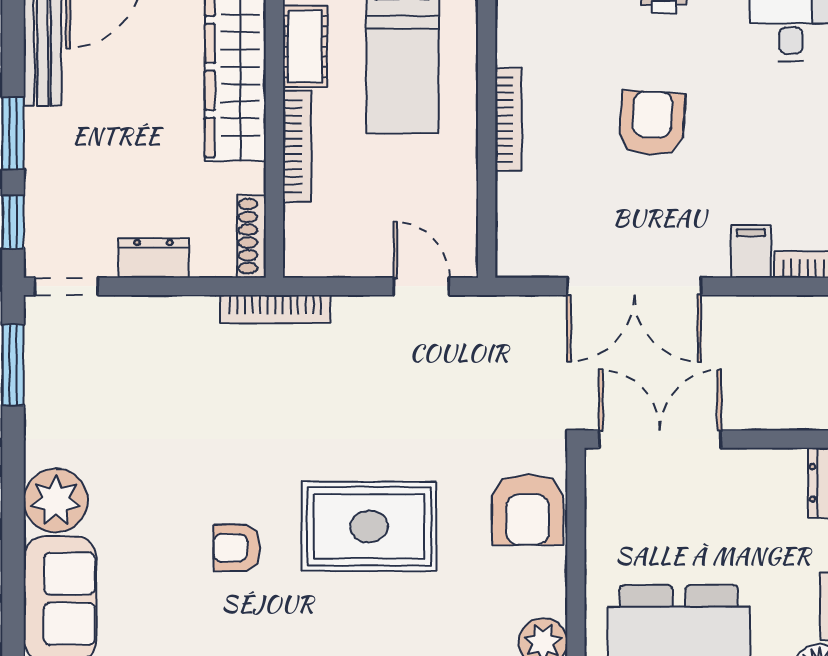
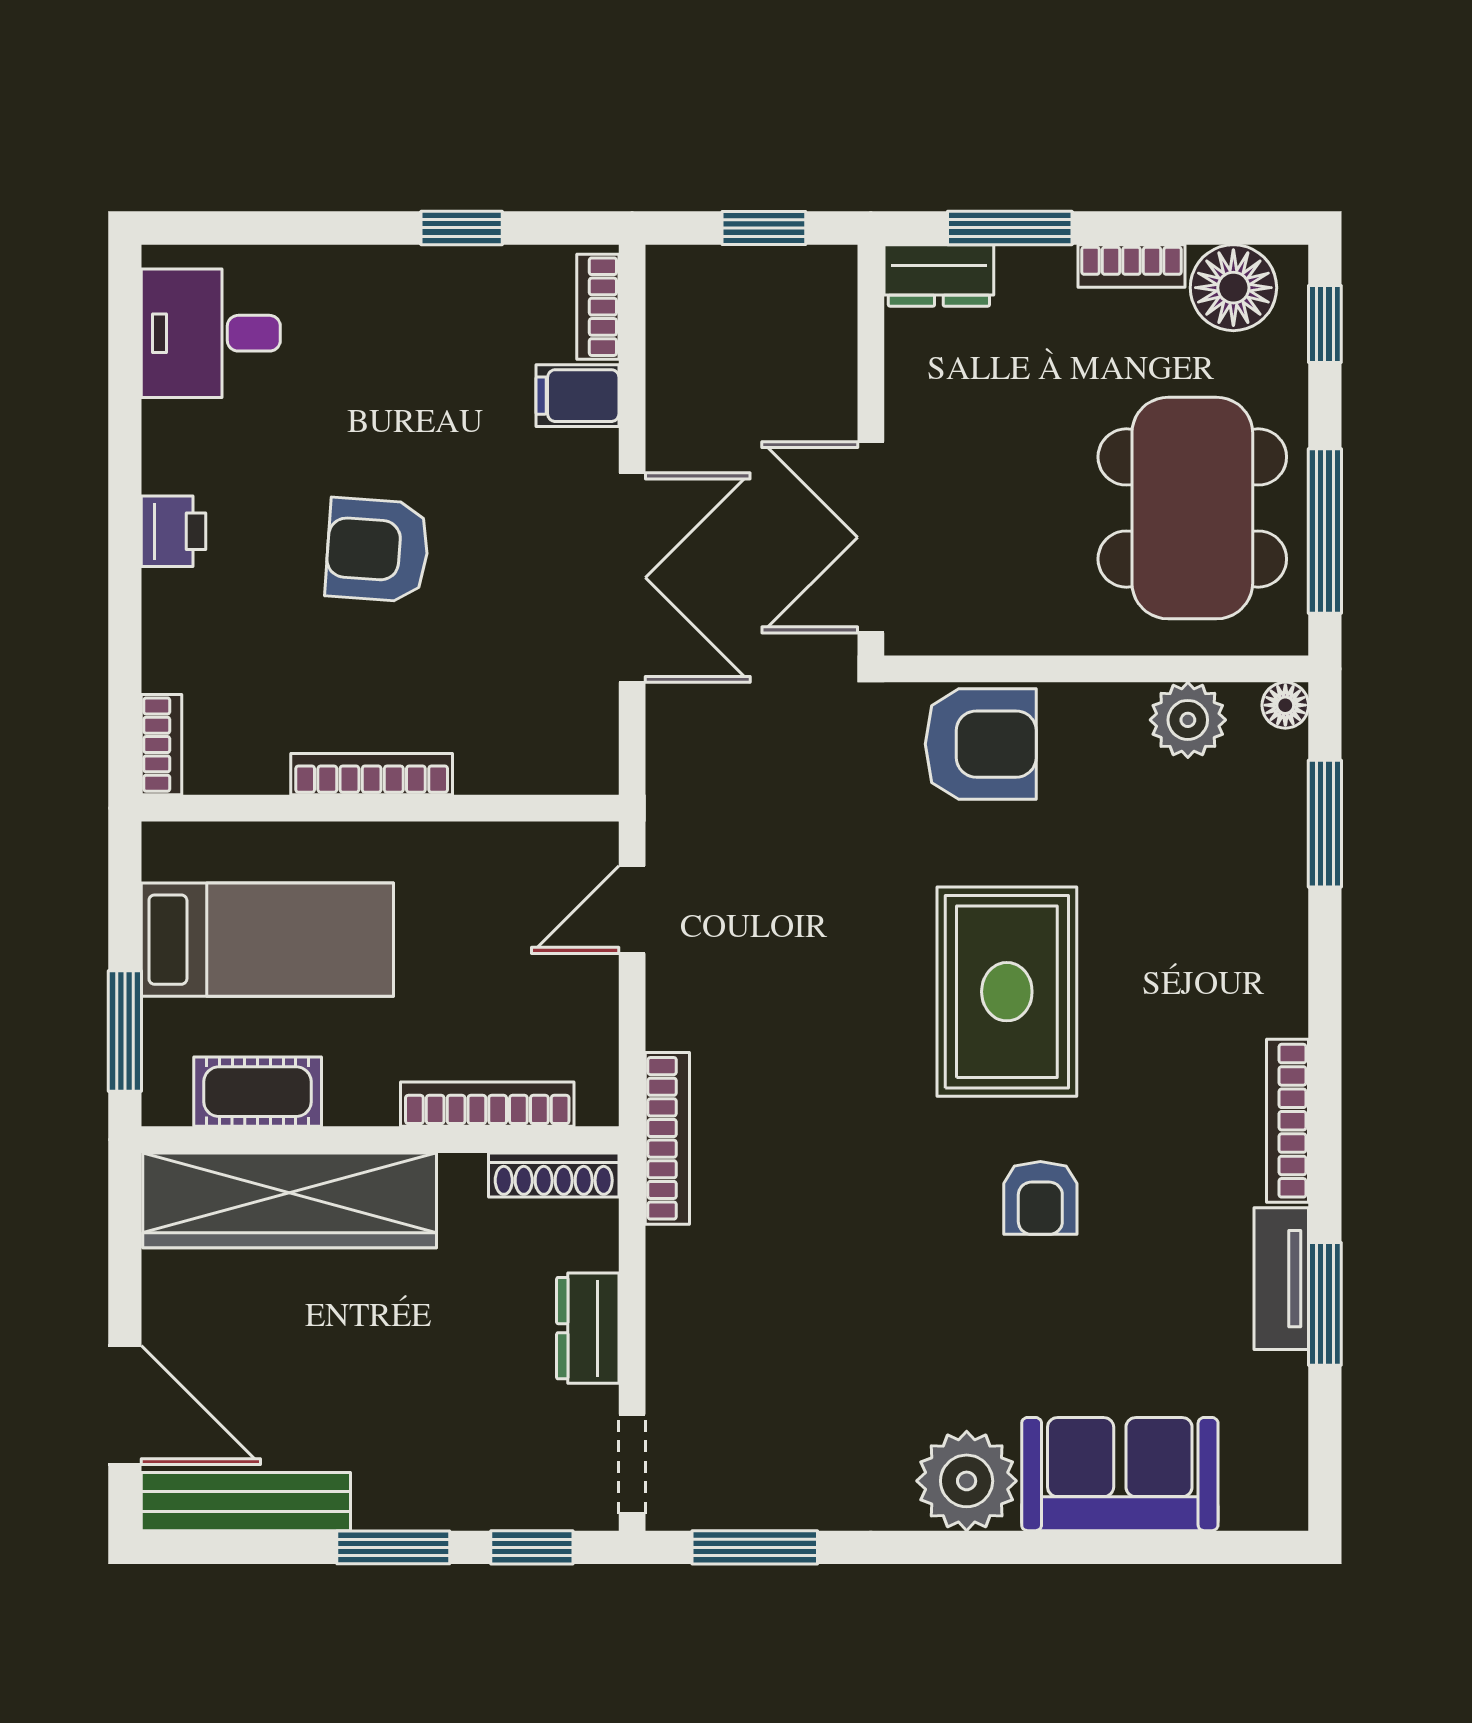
bookcase: (297, 146) -> (487, 1104), moved

